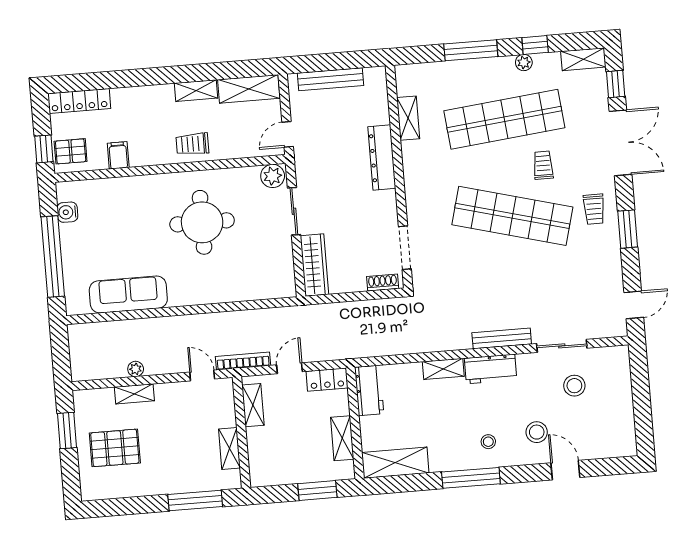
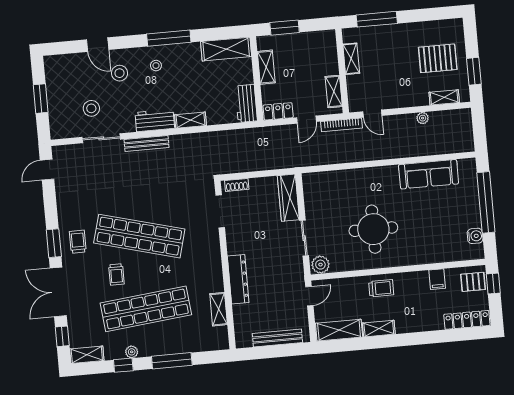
window: (628, 229) -> (54, 243), moved
shelving: (134, 394) -> (444, 97), moved
window: (642, 399) -> (41, 99), added

